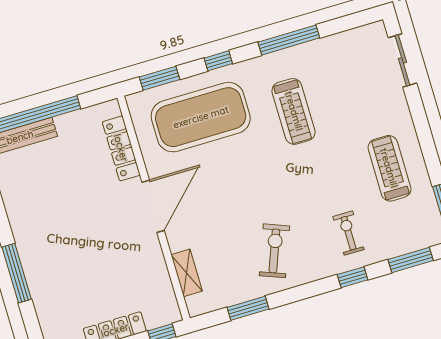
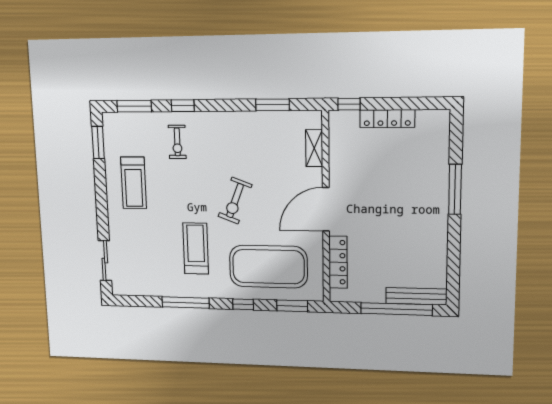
exercise bike: (274, 251) -> (235, 201), moved

